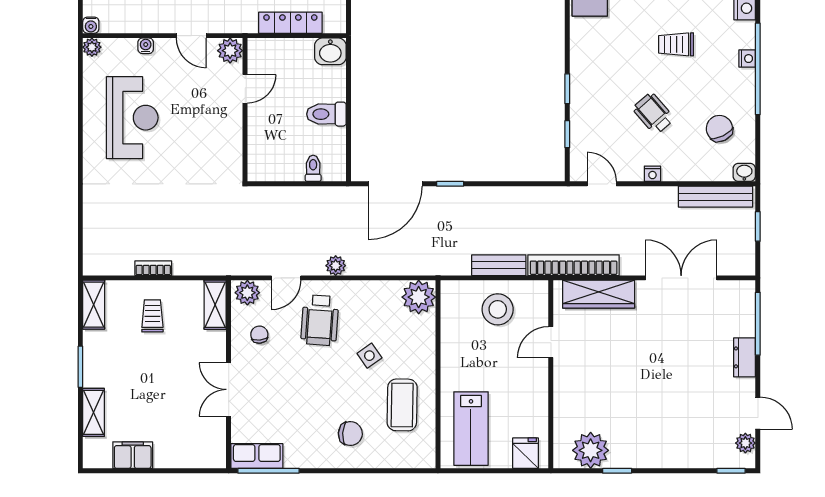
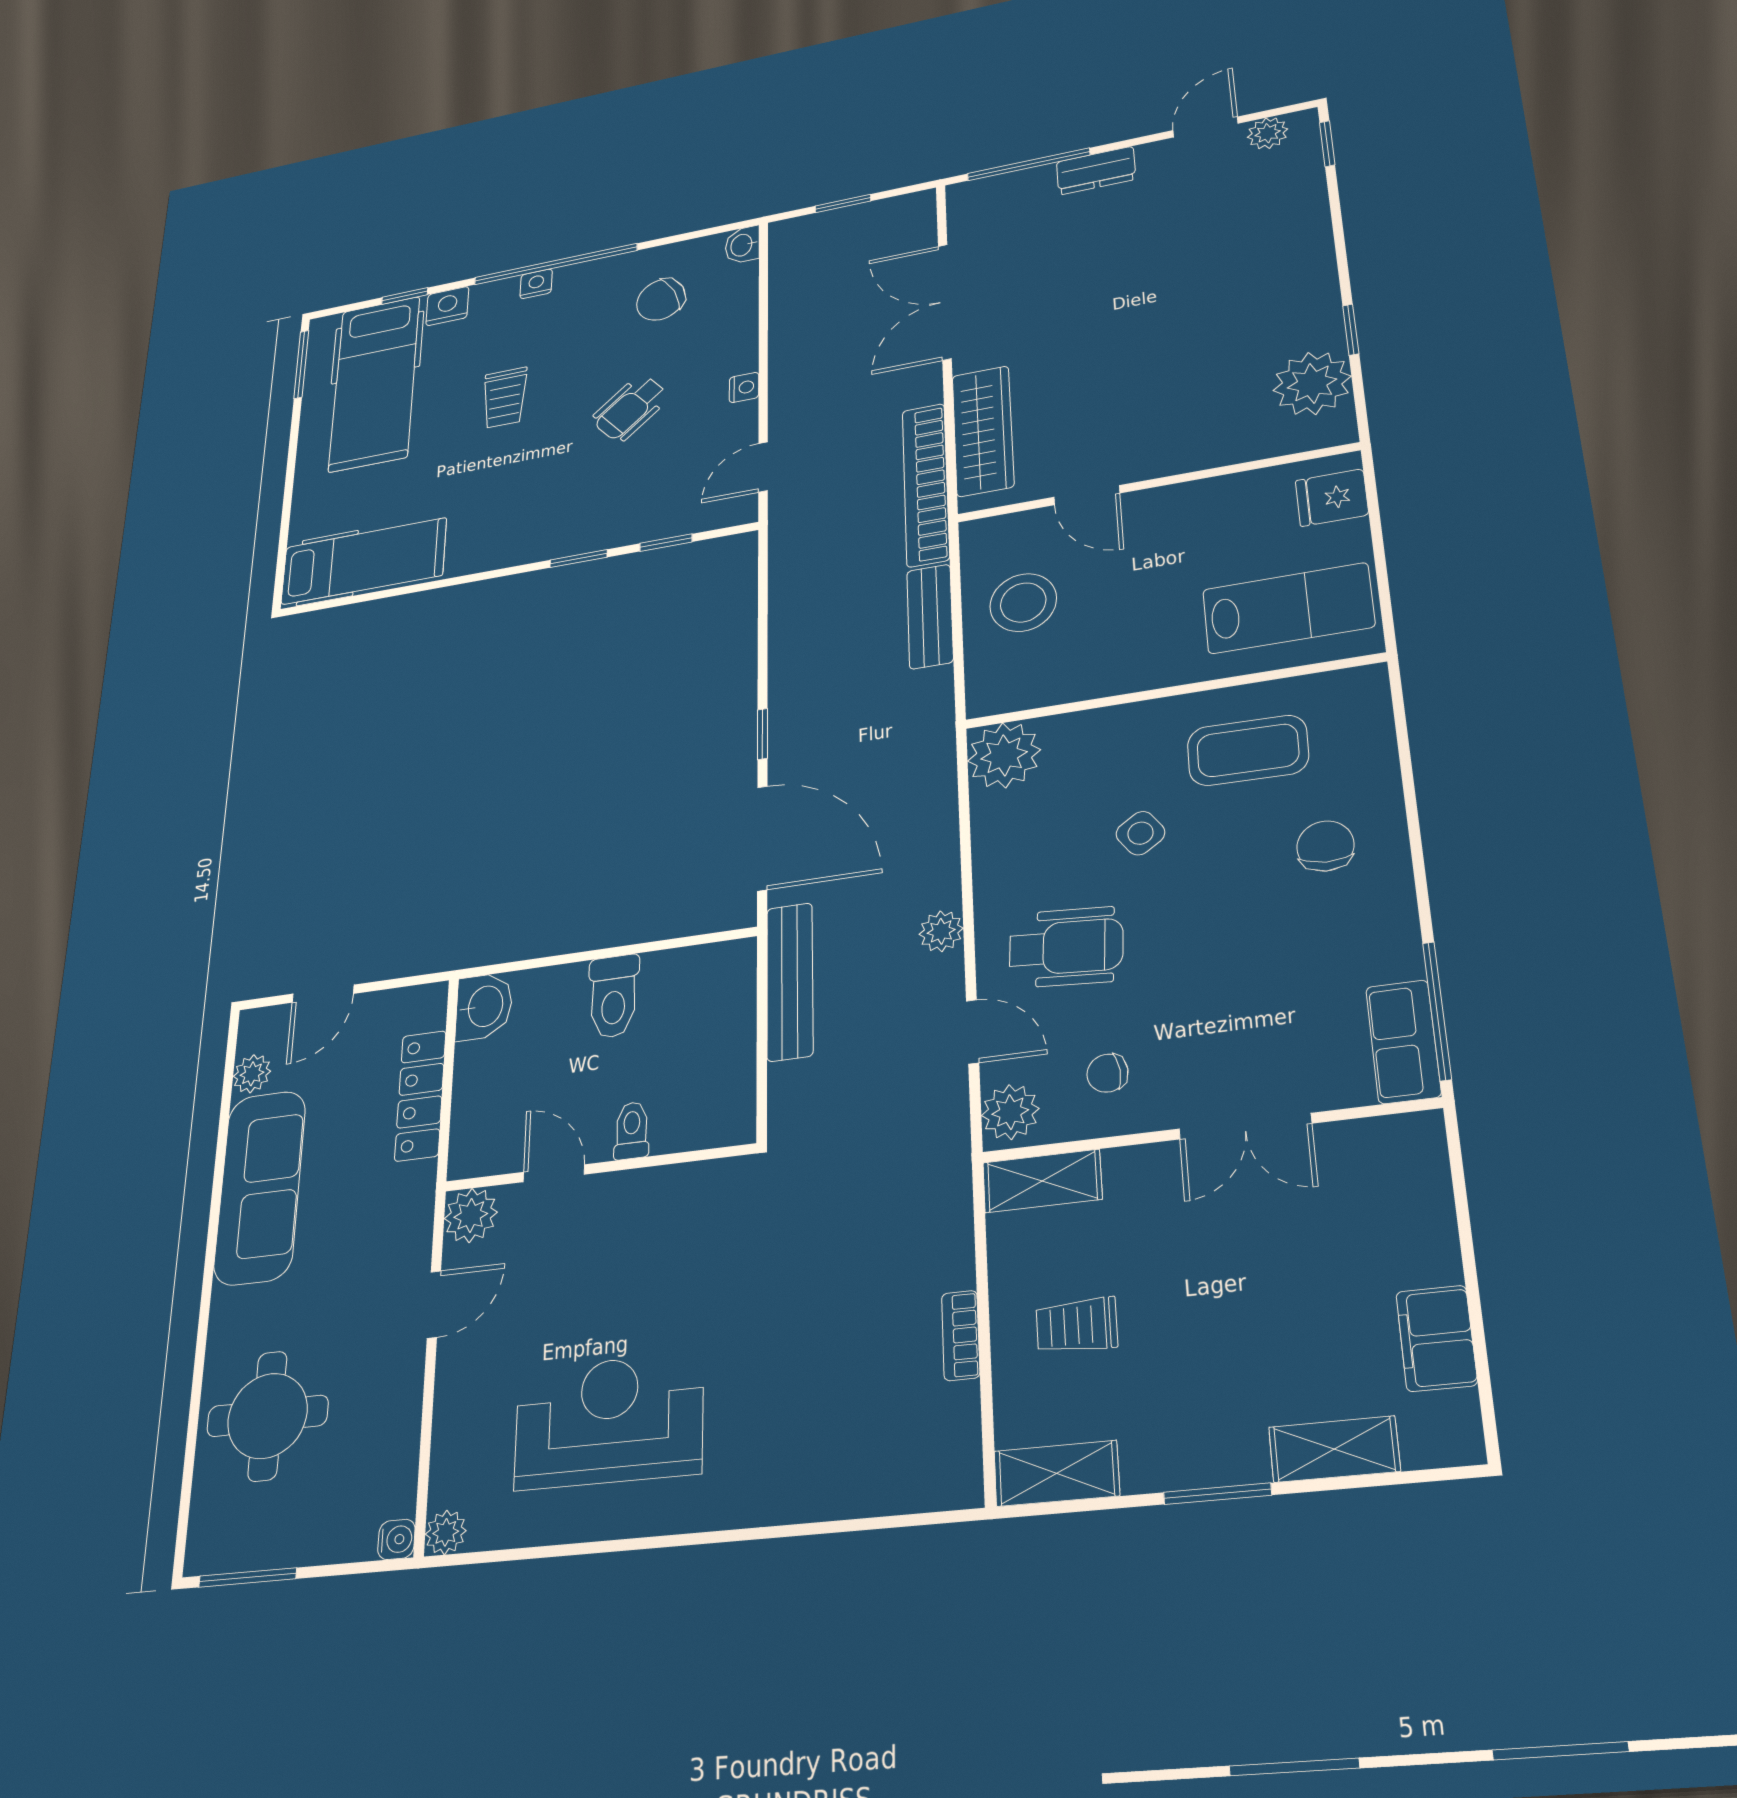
water cooler: (146, 46) -> (450, 1406), removed
toilet: (313, 168) -> (632, 1131), moved, turned 90
bench: (716, 197) -> (790, 981), moved

